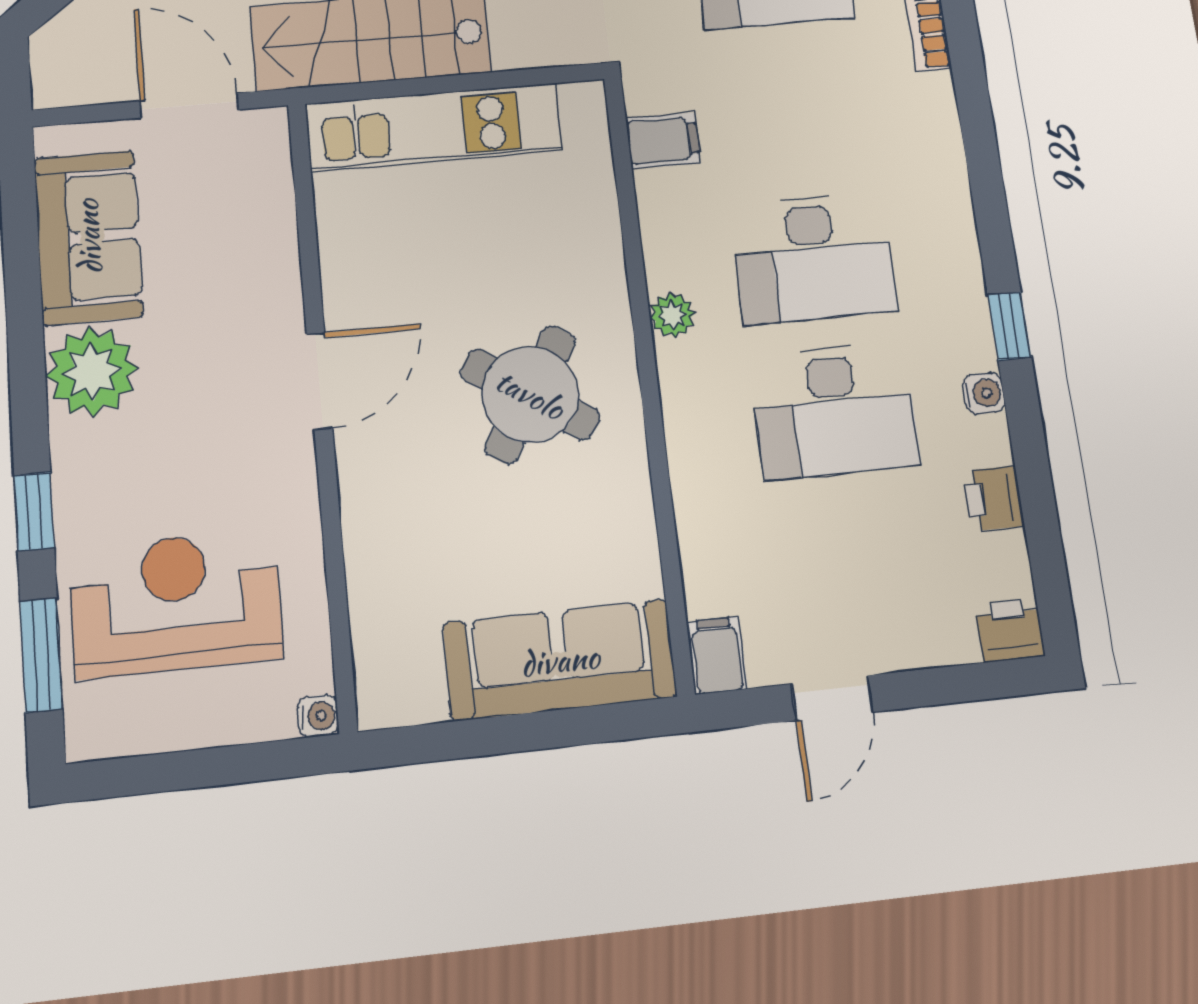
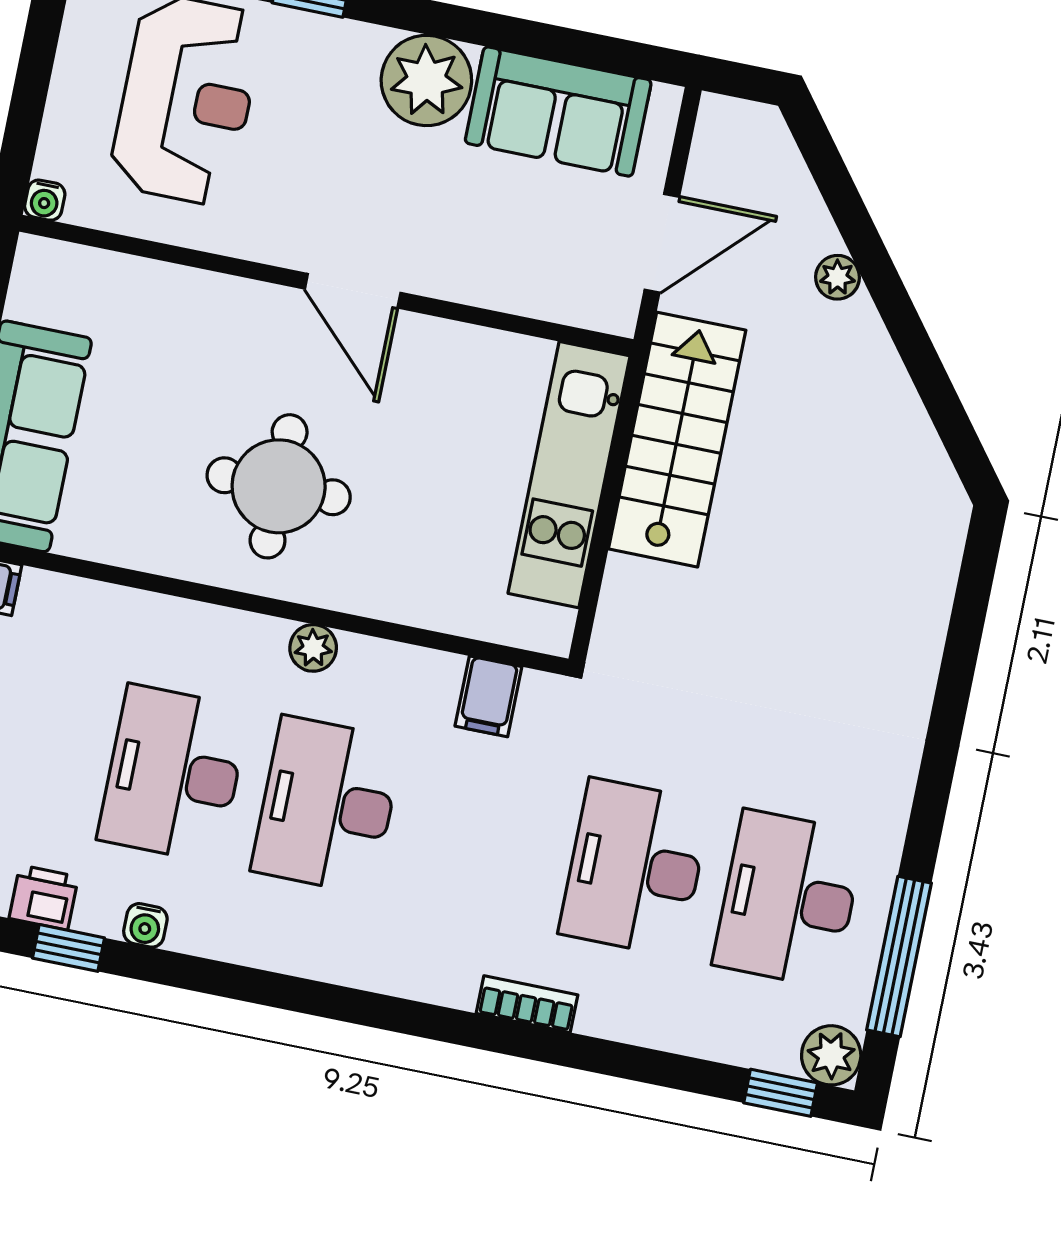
window: (1010, 326) -> (68, 948), moved
round table: (530, 394) -> (279, 486), turned -33

